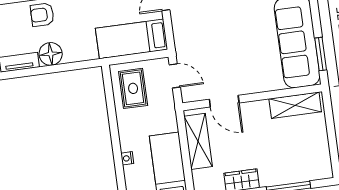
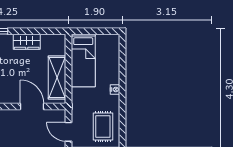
nightstand: (127, 158) -> (115, 89), moved

